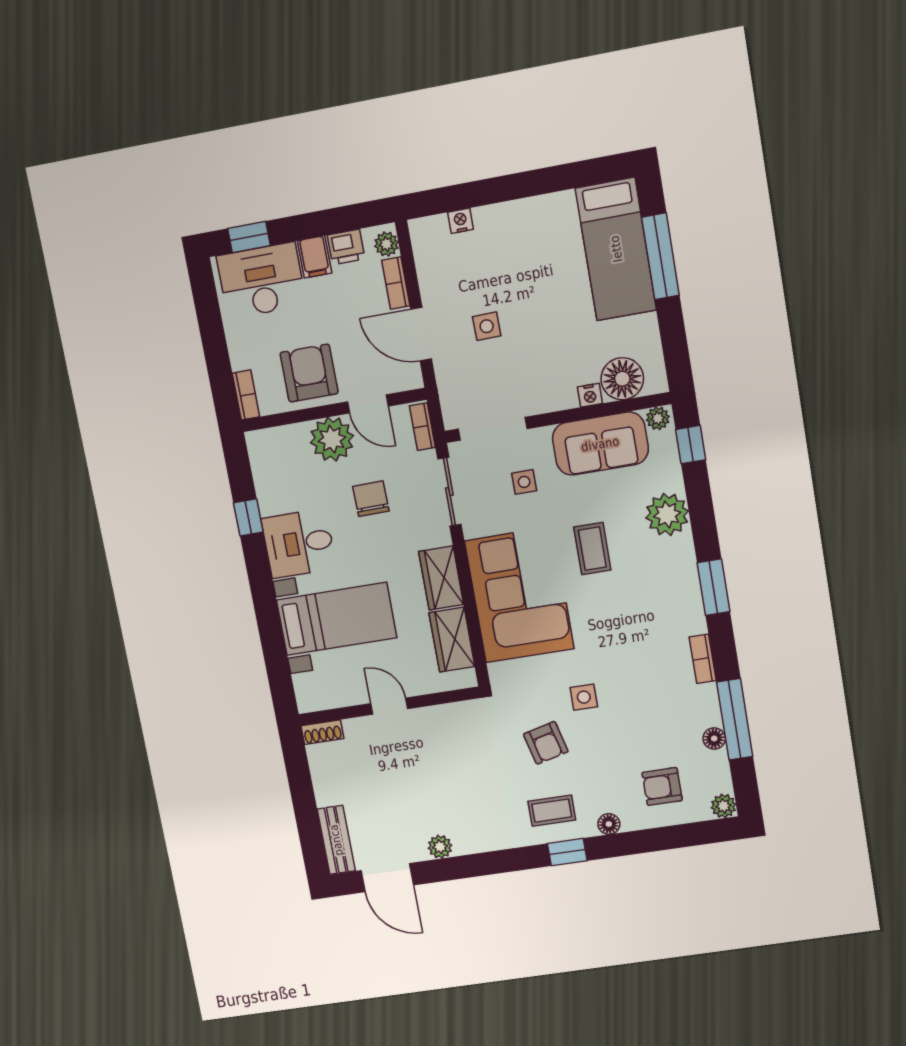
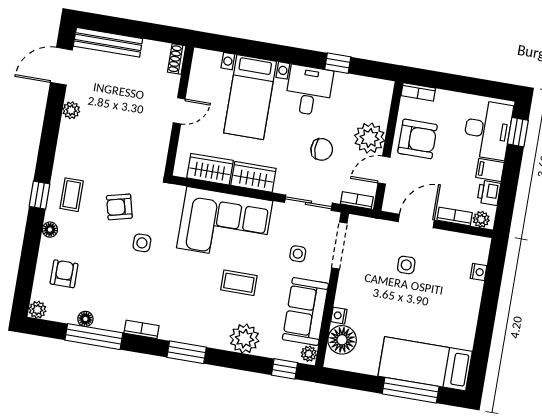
bench: (336, 840) -> (108, 42), width x1.36

